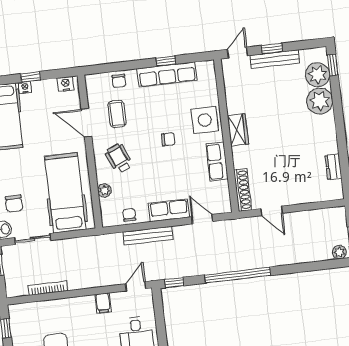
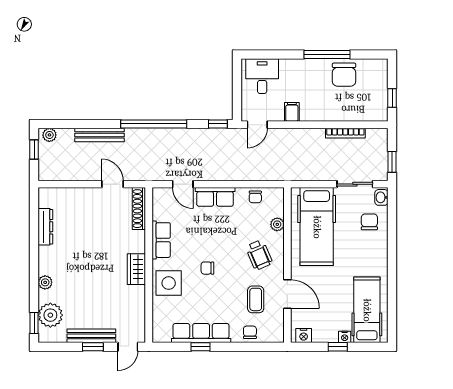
plant: (320, 101) -> (45, 282), width x0.53, depth x0.53
dresser: (333, 167) -> (45, 227), width x1.44
bench: (148, 236) -> (100, 135), moved

